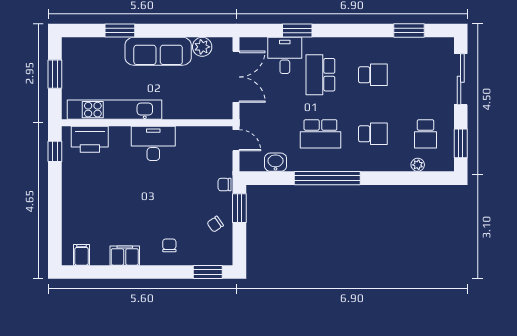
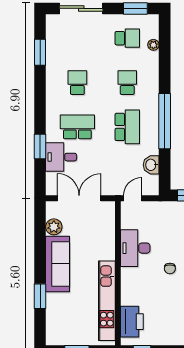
school desk: (320, 75) -> (77, 127), turned 180
desk: (153, 143) -> (135, 248), moved
chair: (225, 185) -> (170, 268), moved

